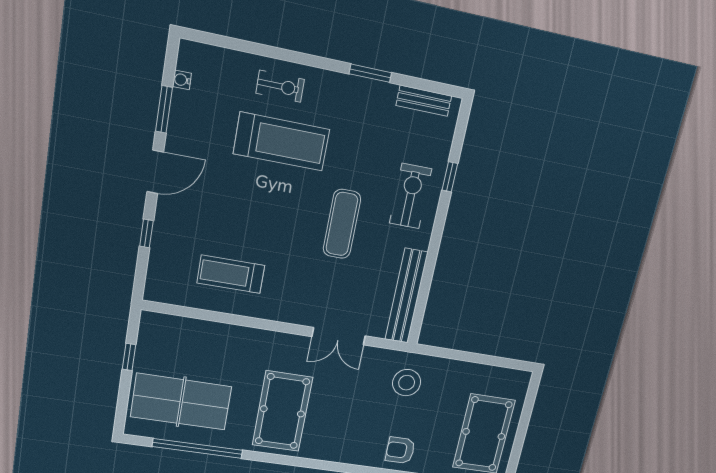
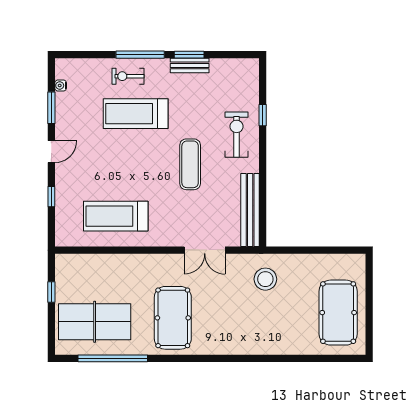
window: (303, 59) -> (140, 55), added
exercise bike: (280, 86) -> (128, 76), turned 180
bench: (424, 101) -> (190, 65), moved
treadmill: (281, 142) -> (136, 114), turned 180
door: (155, 172) -> (51, 152), width x0.73
treadmill: (231, 274) -> (116, 216), width x1.37, depth x1.38
armchair: (400, 450) -> (273, 337), removed

